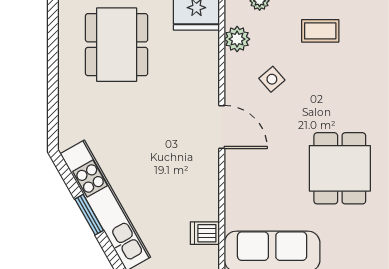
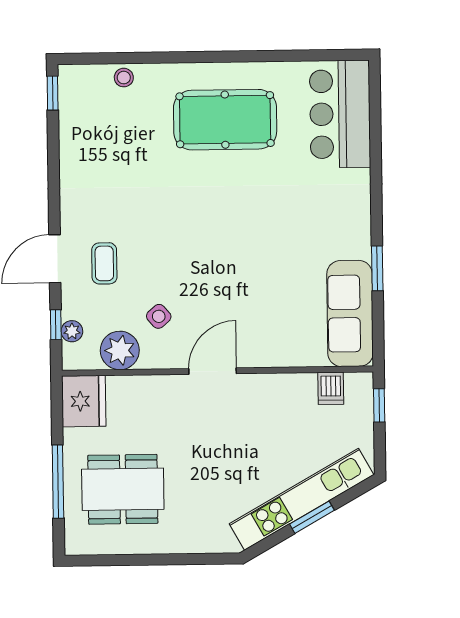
plant: (237, 39) -> (120, 350), width x1.36, depth x1.36
dining table: (340, 168) -> (257, 240), removed

